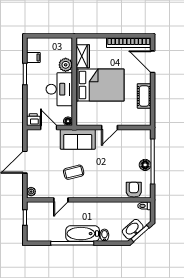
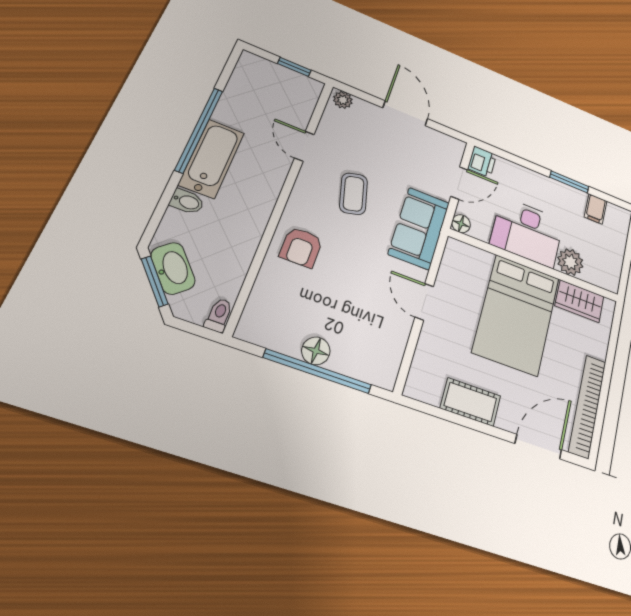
armchair: (134, 190) -> (301, 247), moved, turned 90

